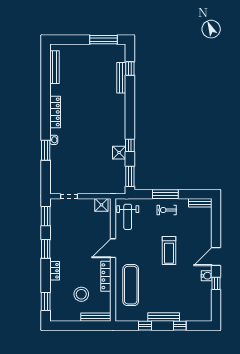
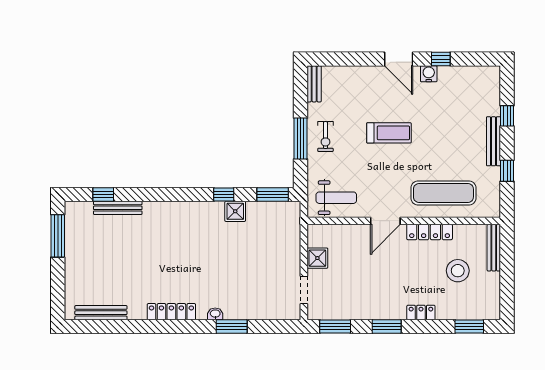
shower: (101, 205) -> (317, 258), moved
door: (113, 248) -> (385, 221), hinge flipped

